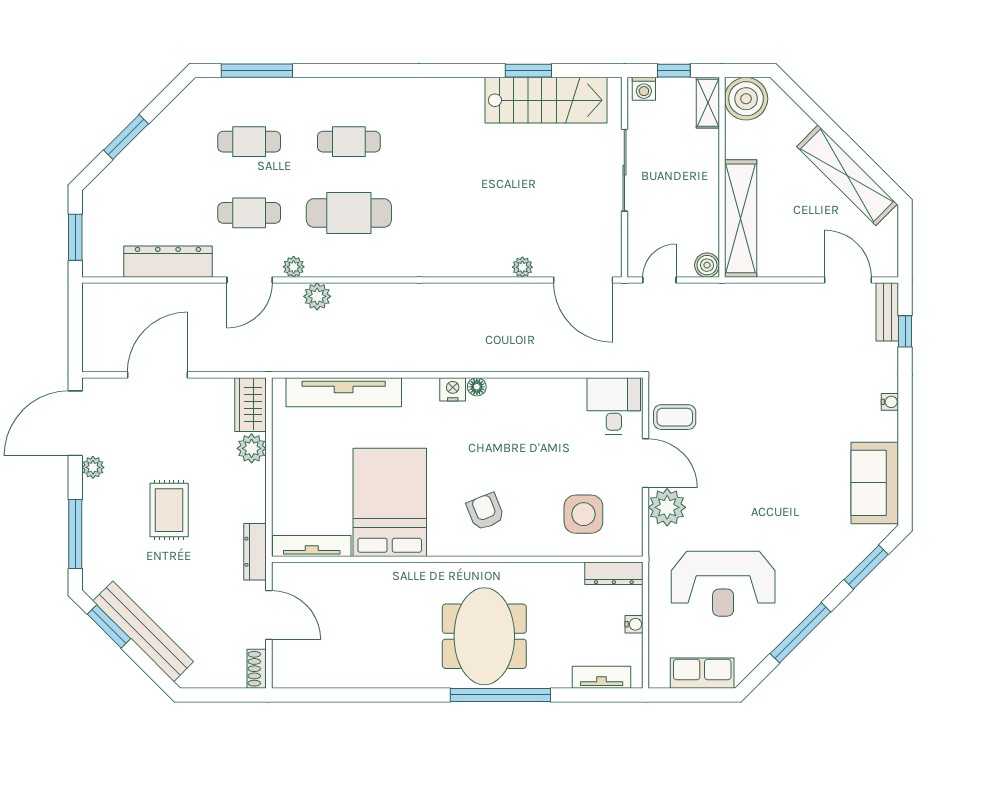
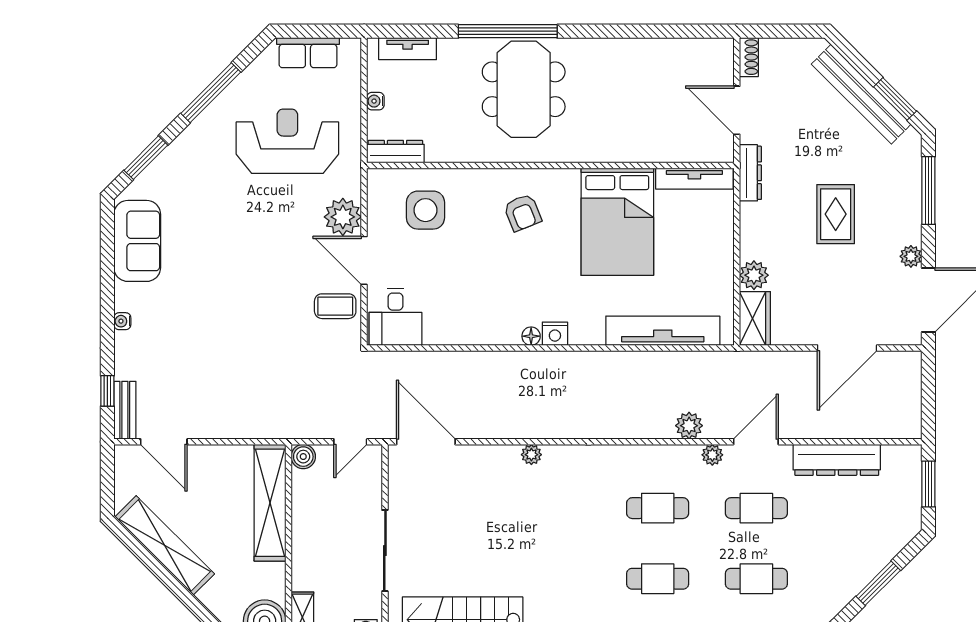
cafe table: (349, 213) -> (658, 508), width x0.73, depth x0.74
plant: (522, 267) -> (531, 455), moved

